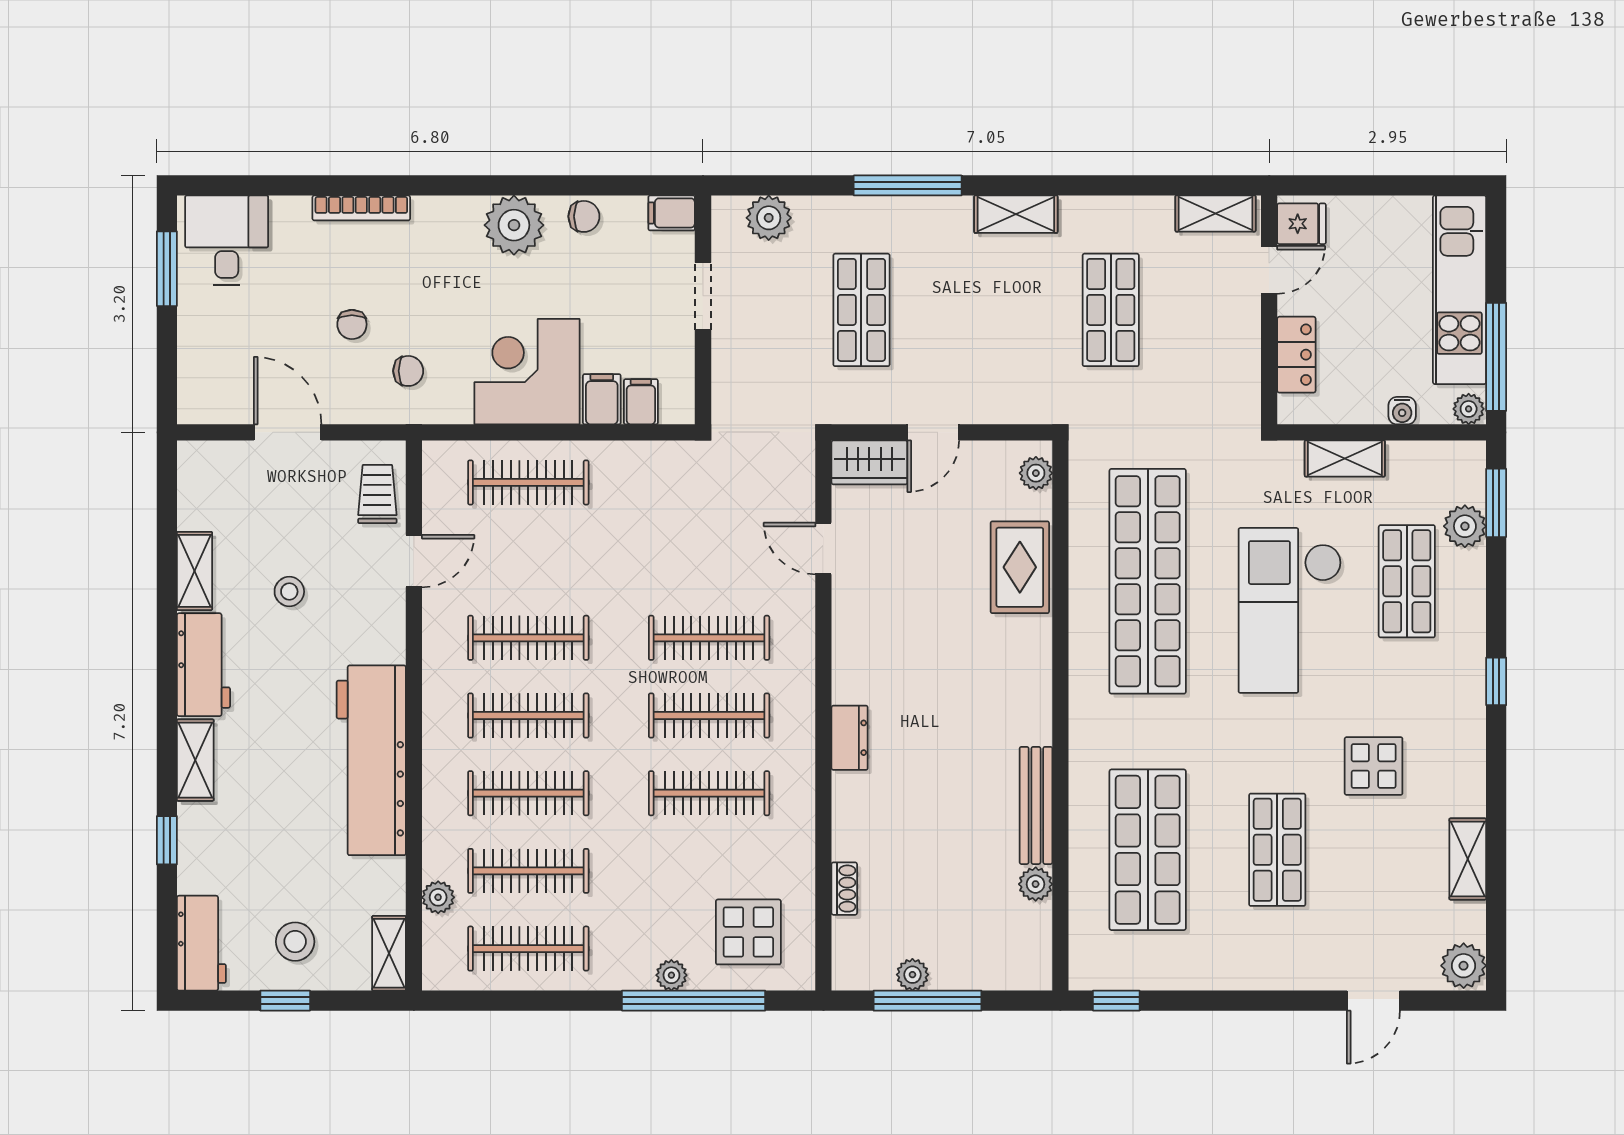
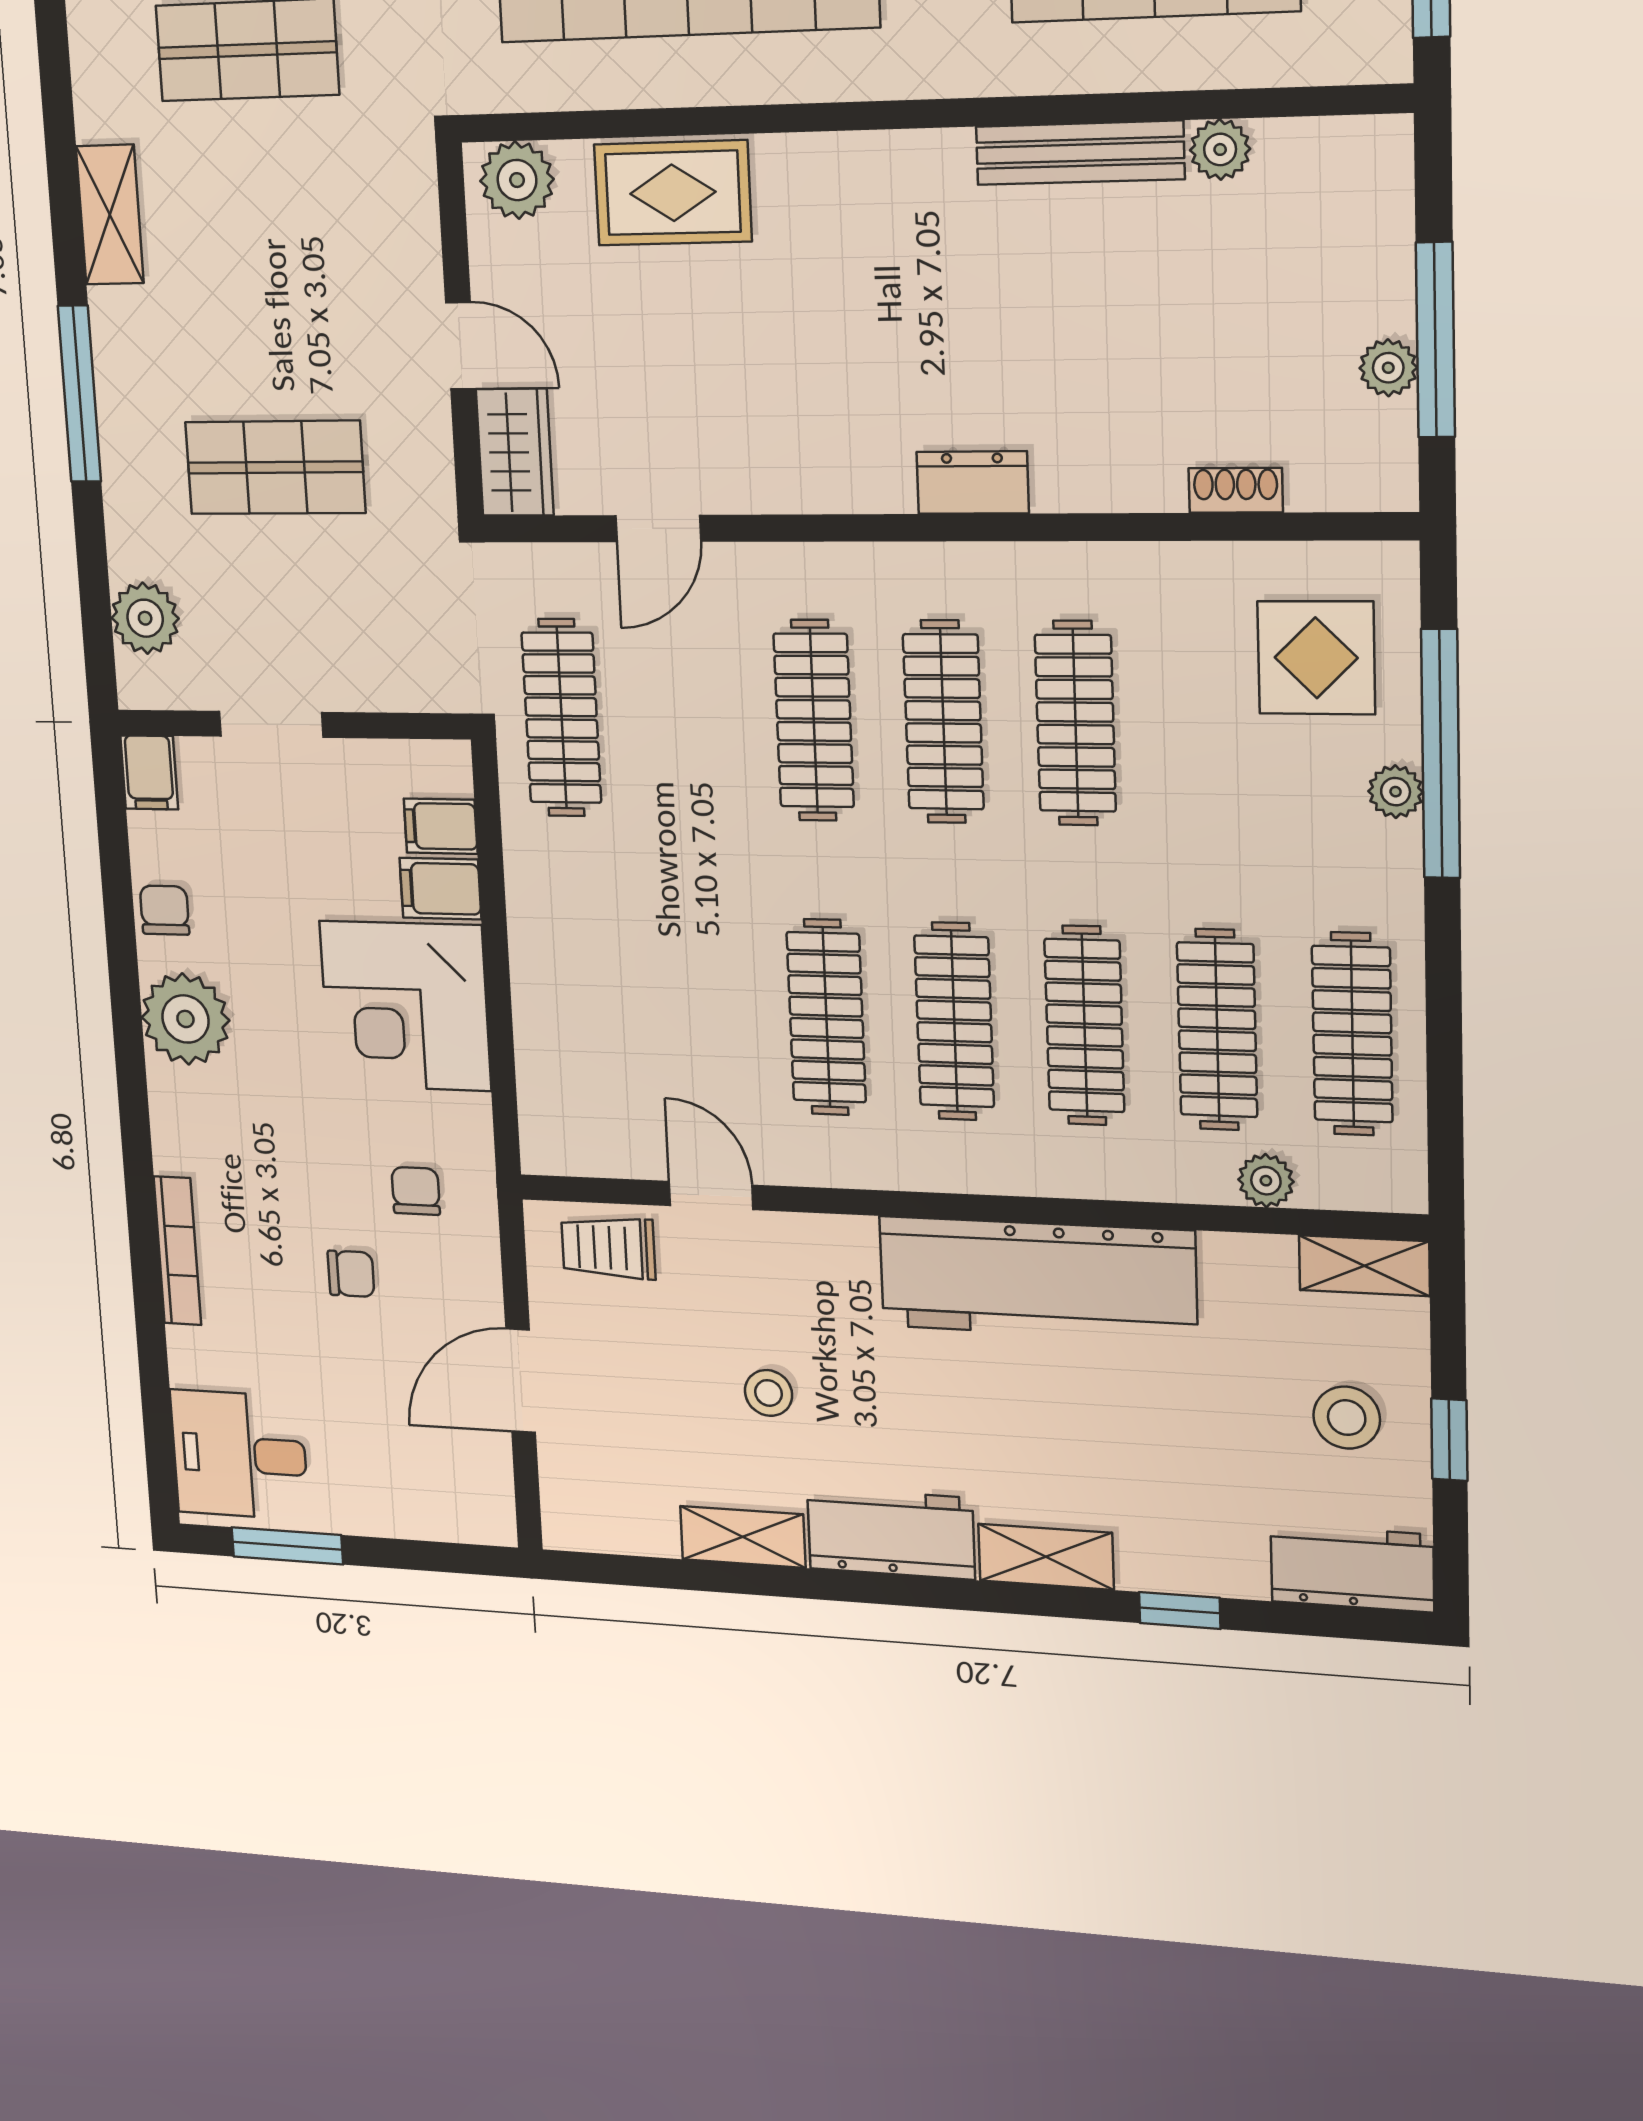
plant: (1036, 473) -> (517, 180), width x1.38, depth x1.38
clothes rail: (528, 482) -> (561, 718), moved

